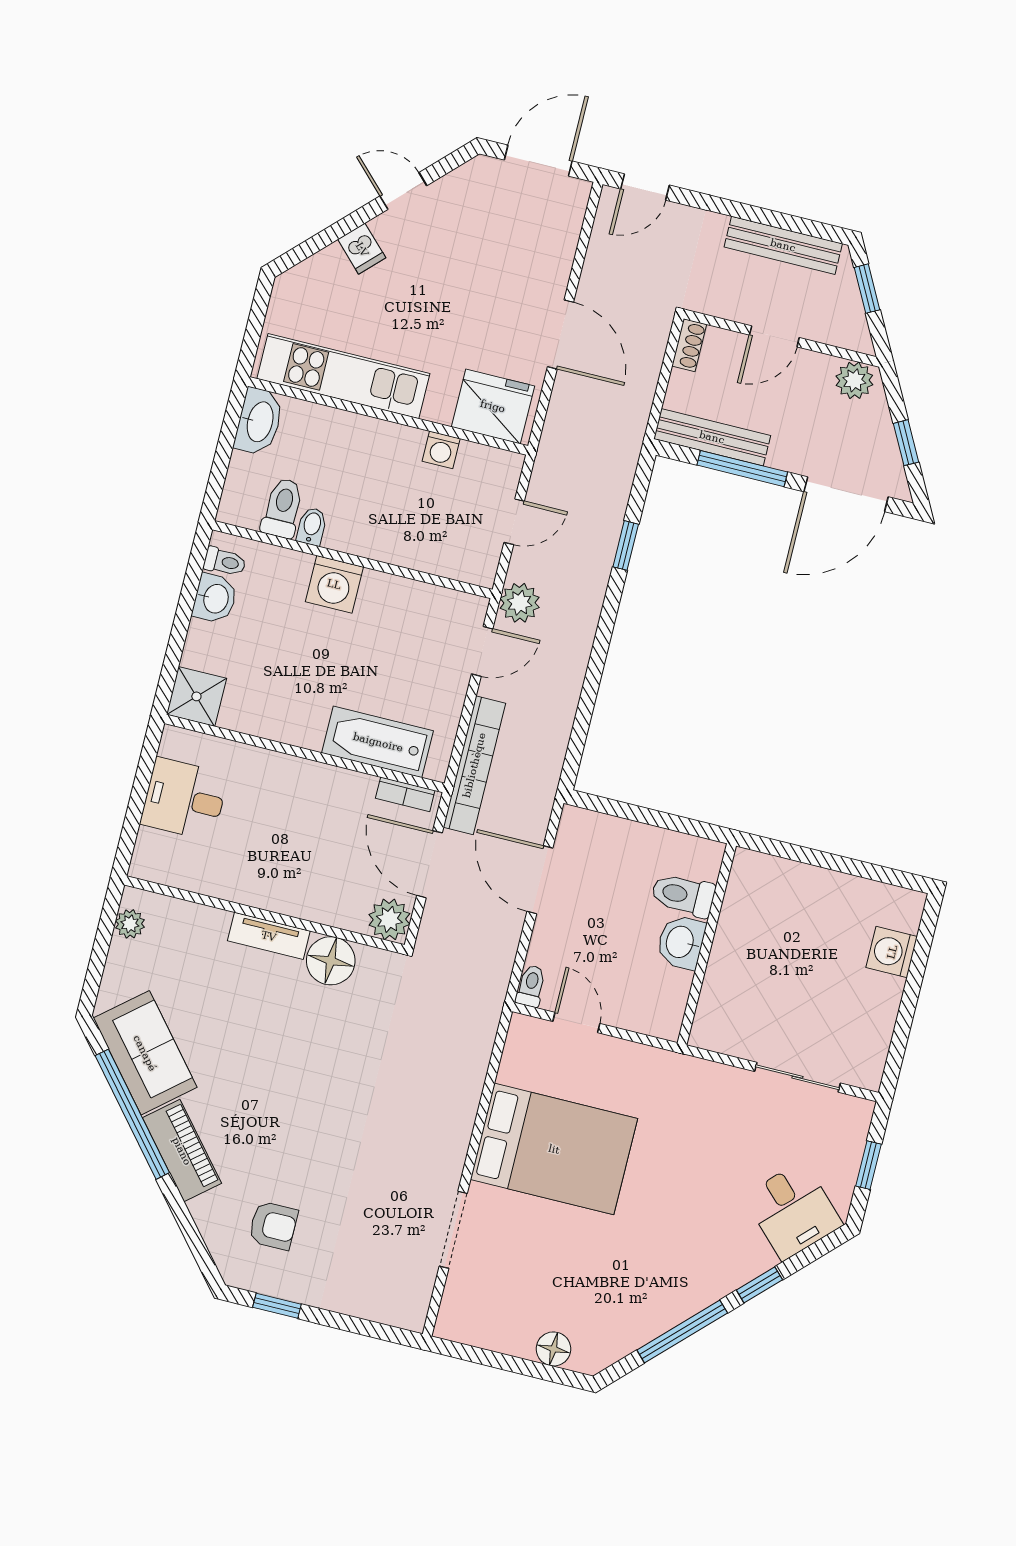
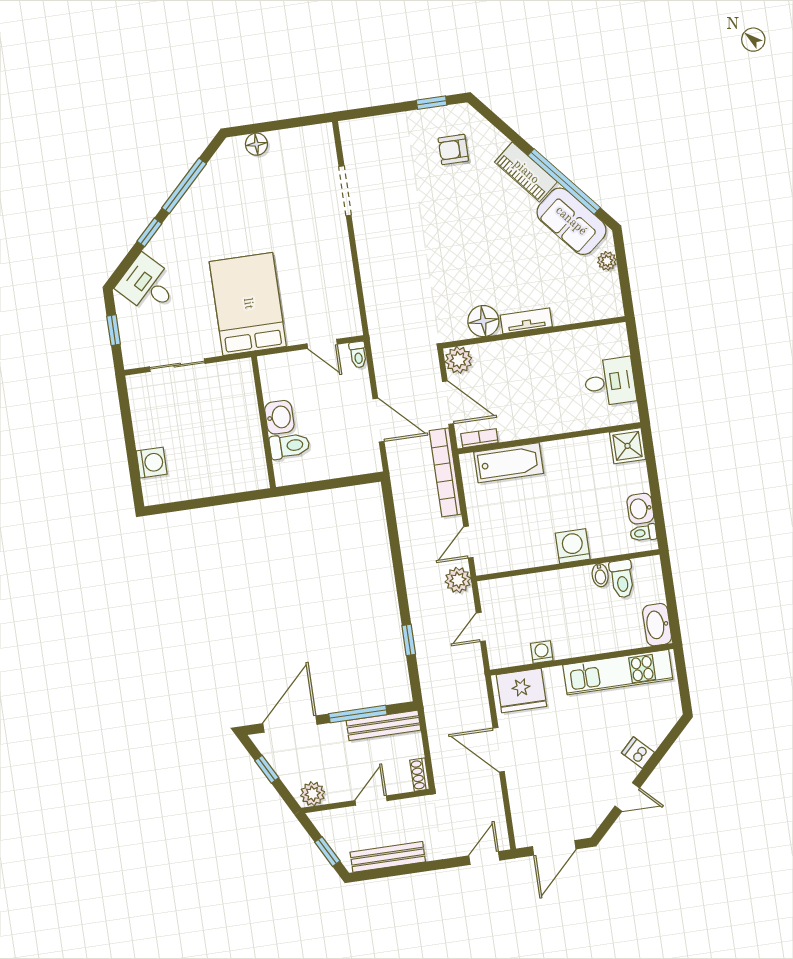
plant: (130, 924) -> (607, 261), moved
bed: (554, 1149) -> (248, 304), moved, turned 90

